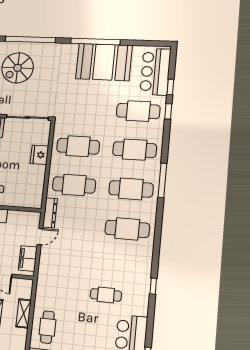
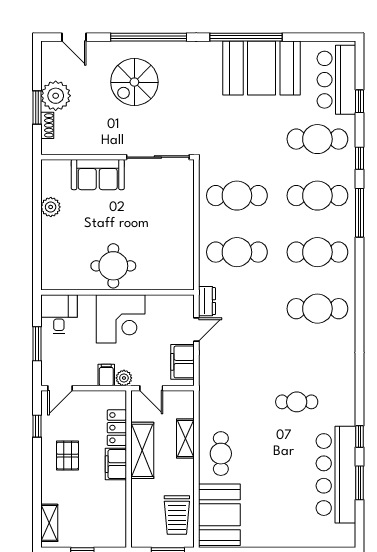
window: (168, 111) -> (359, 158), moved
fridge: (39, 155) -> (182, 212), removed
window: (162, 180) -> (359, 213), moved
dresser: (50, 213) -> (207, 301), width x0.70
window: (153, 286) -> (359, 437), moved

